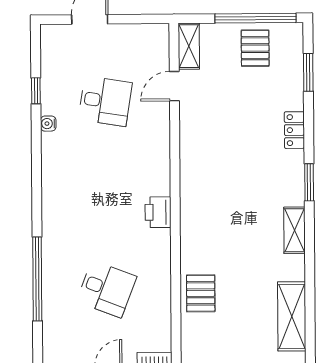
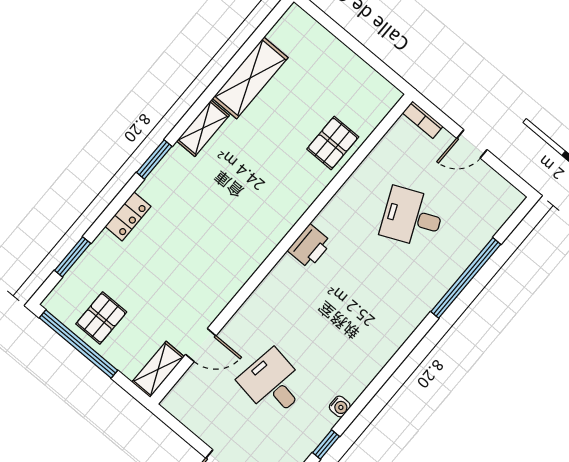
desk: (106, 289) -> (412, 217), turned -45
shelving: (292, 316) -> (250, 78), moved

